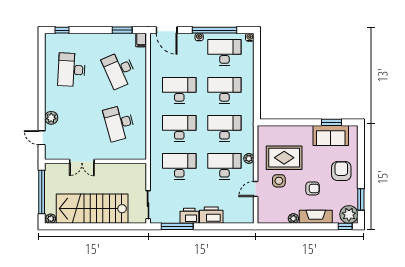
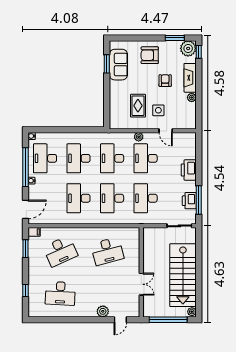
window: (62, 30) -> (25, 290), moved
rug: (284, 158) -> (138, 106), width x0.73, depth x0.70
printer: (189, 216) -> (189, 201), moved

